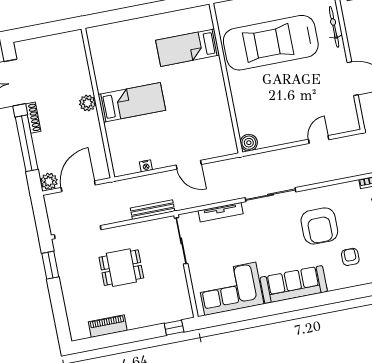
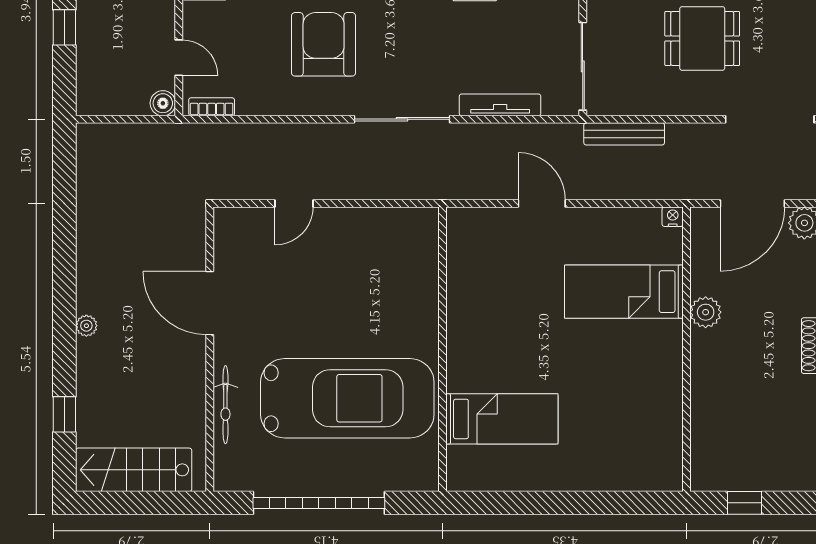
window: (52, 28) -> (744, 503), added
bed: (132, 102) -> (624, 292), moved
plant: (88, 103) -> (706, 312), moved
boiler: (249, 143) -> (423, 223), removed
nightstand: (146, 166) -> (673, 217), moved

